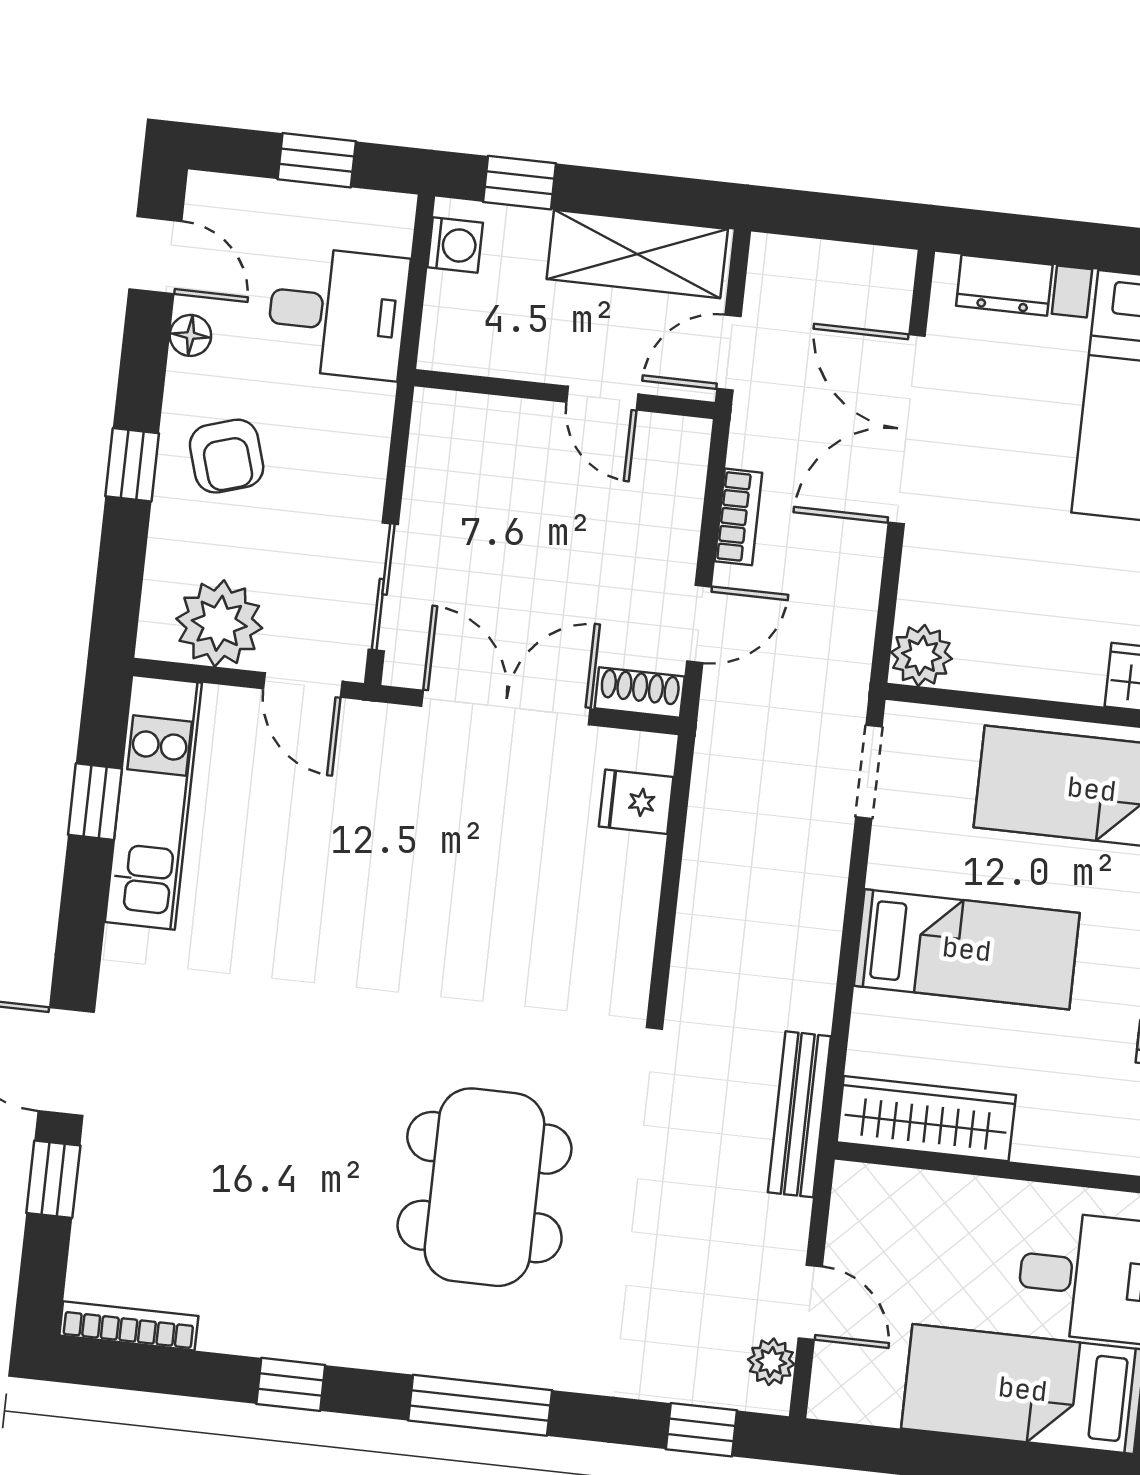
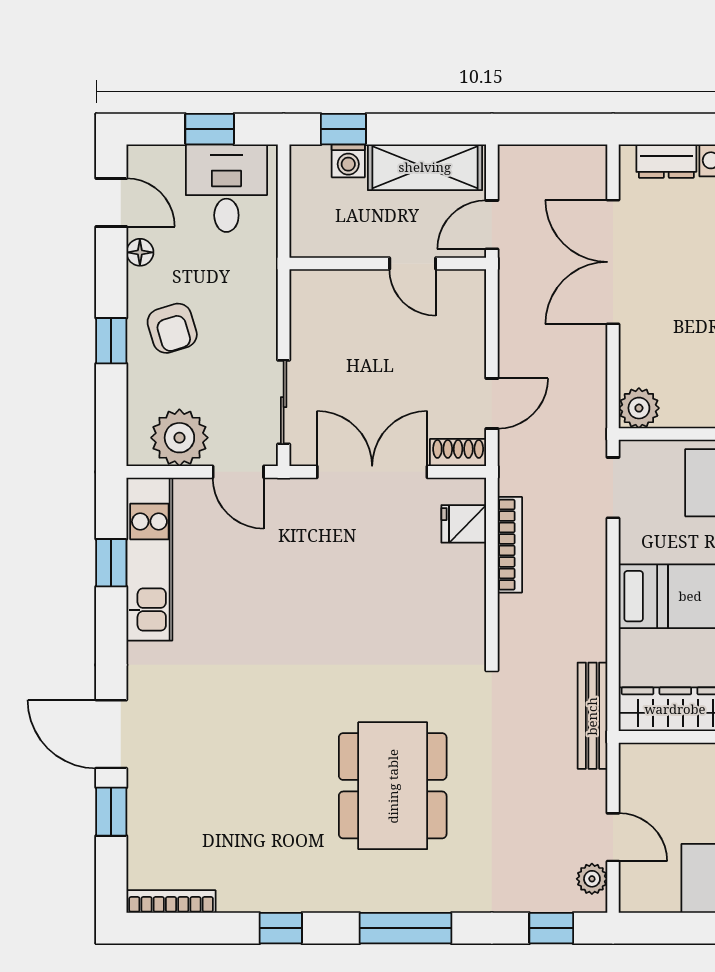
washing machine: (455, 245) -> (348, 161), moved, turned 90
desk: (337, 313) -> (226, 188), moved, turned -90
bookcase: (738, 517) -> (510, 545), moved, width x1.56

